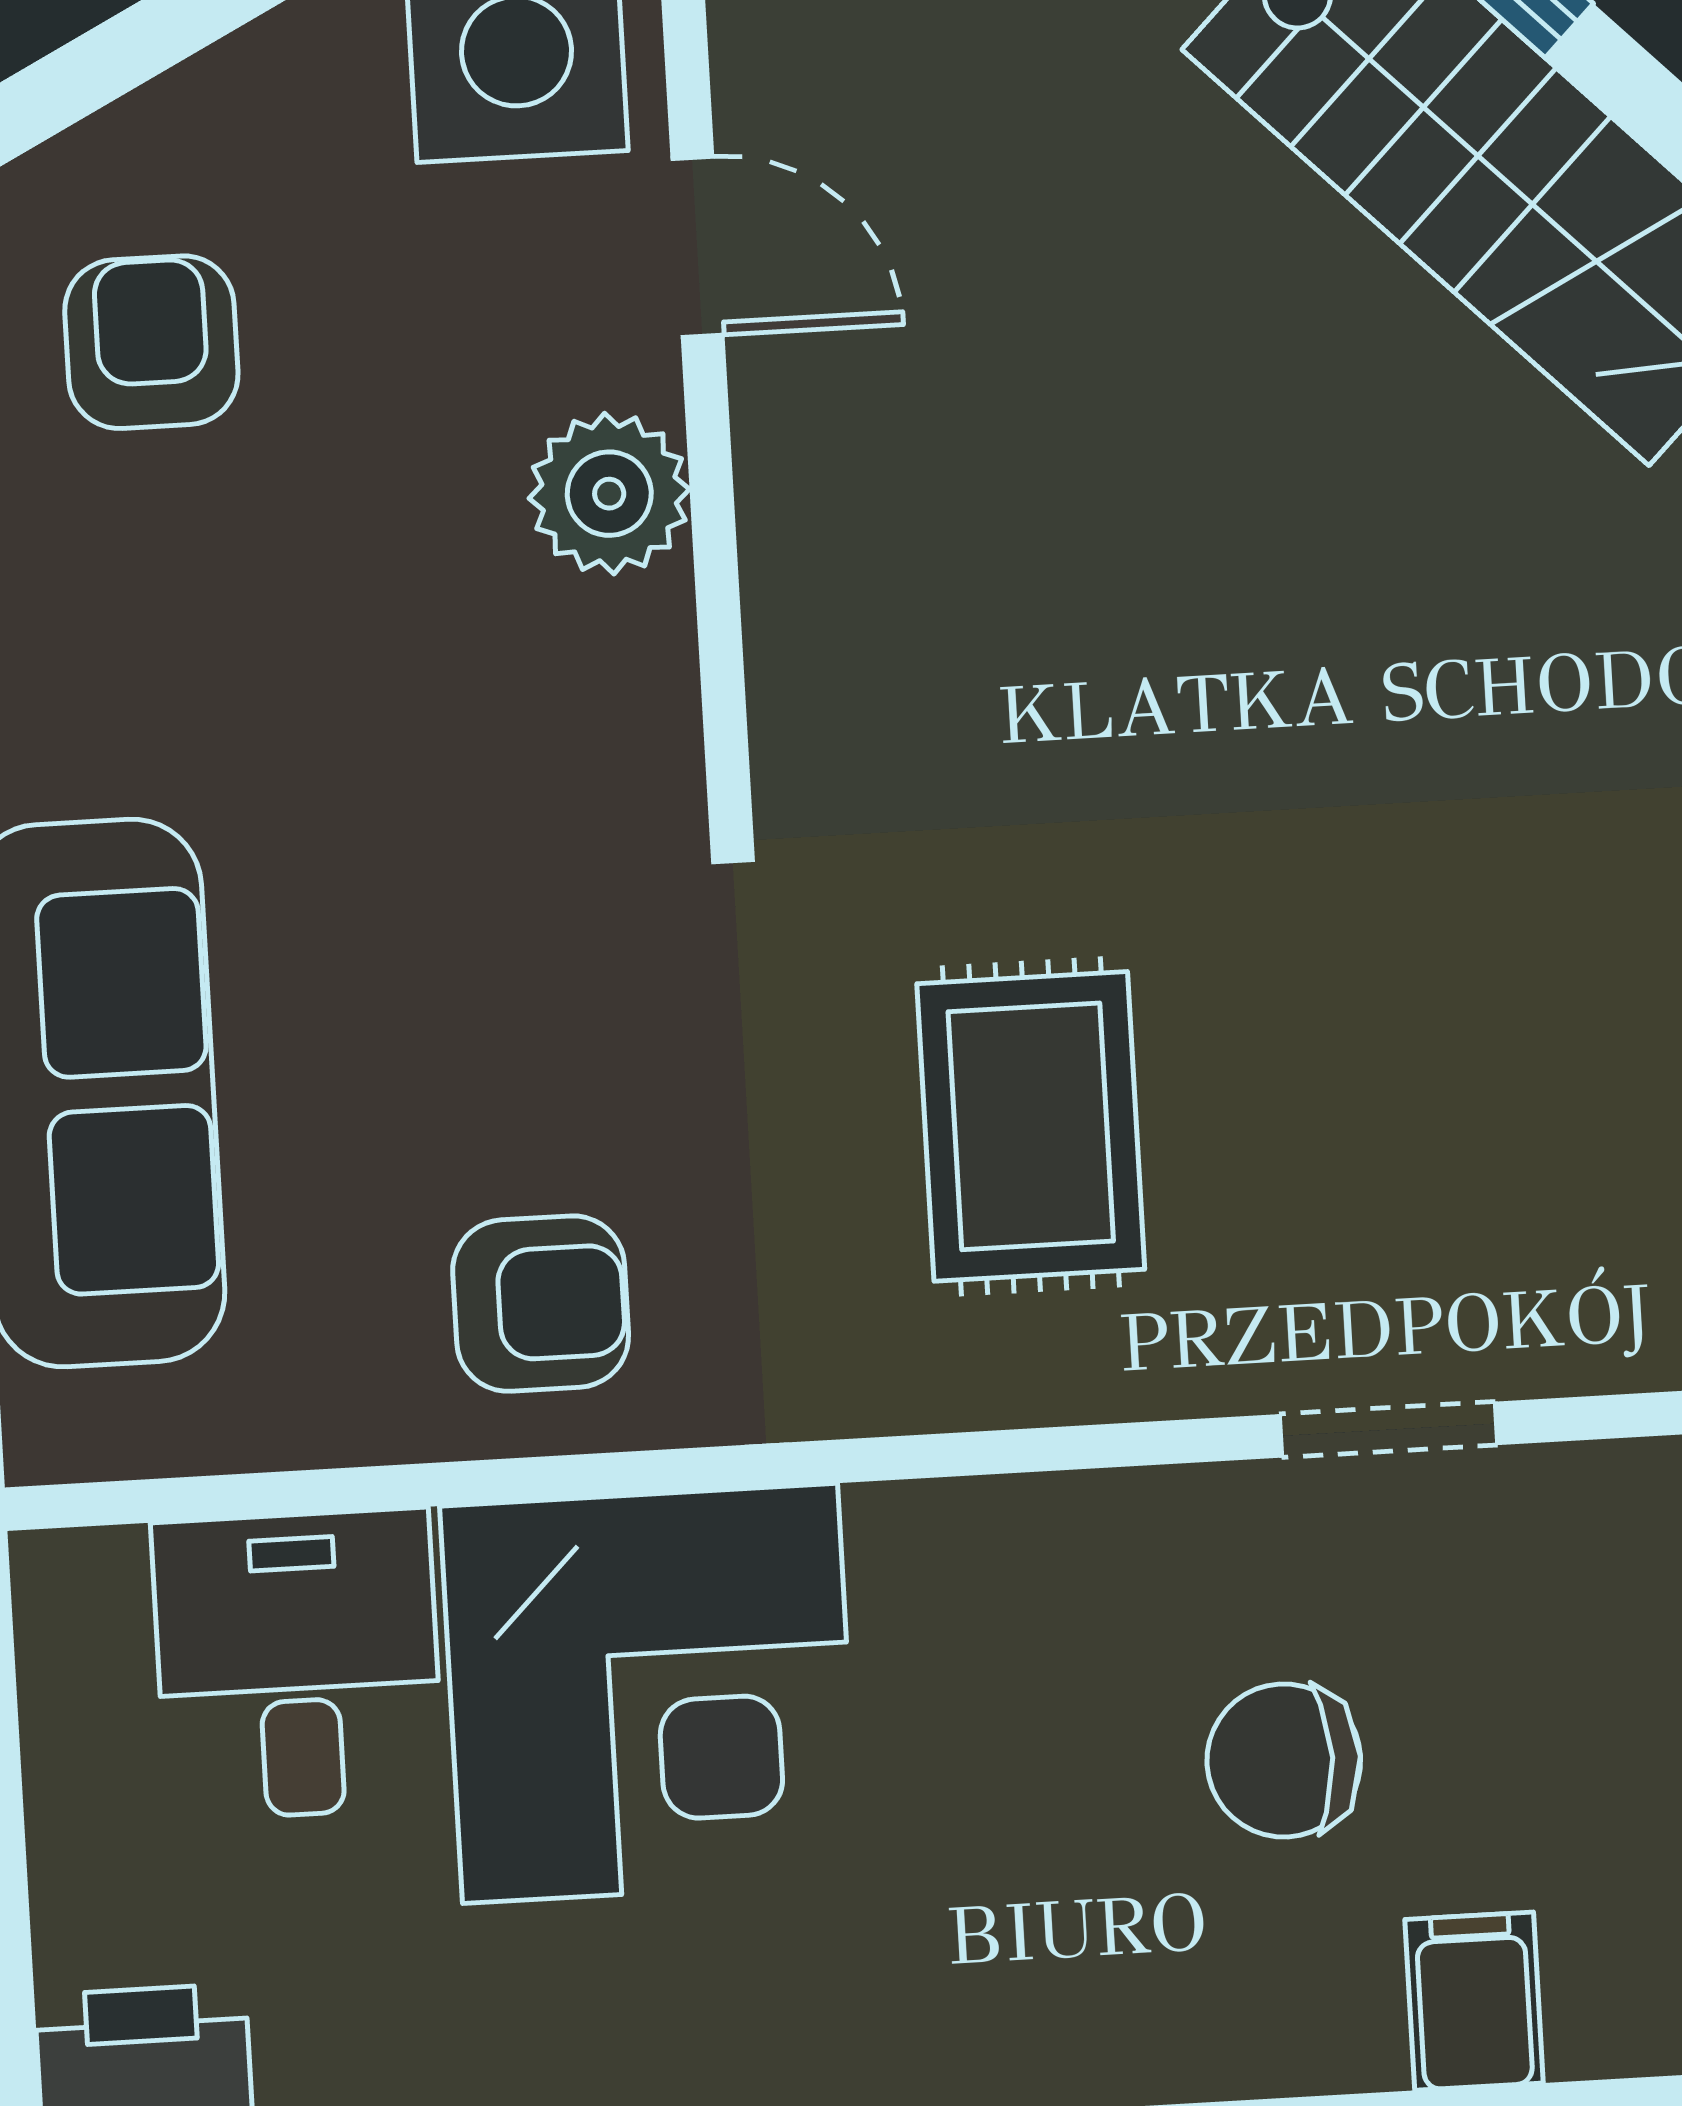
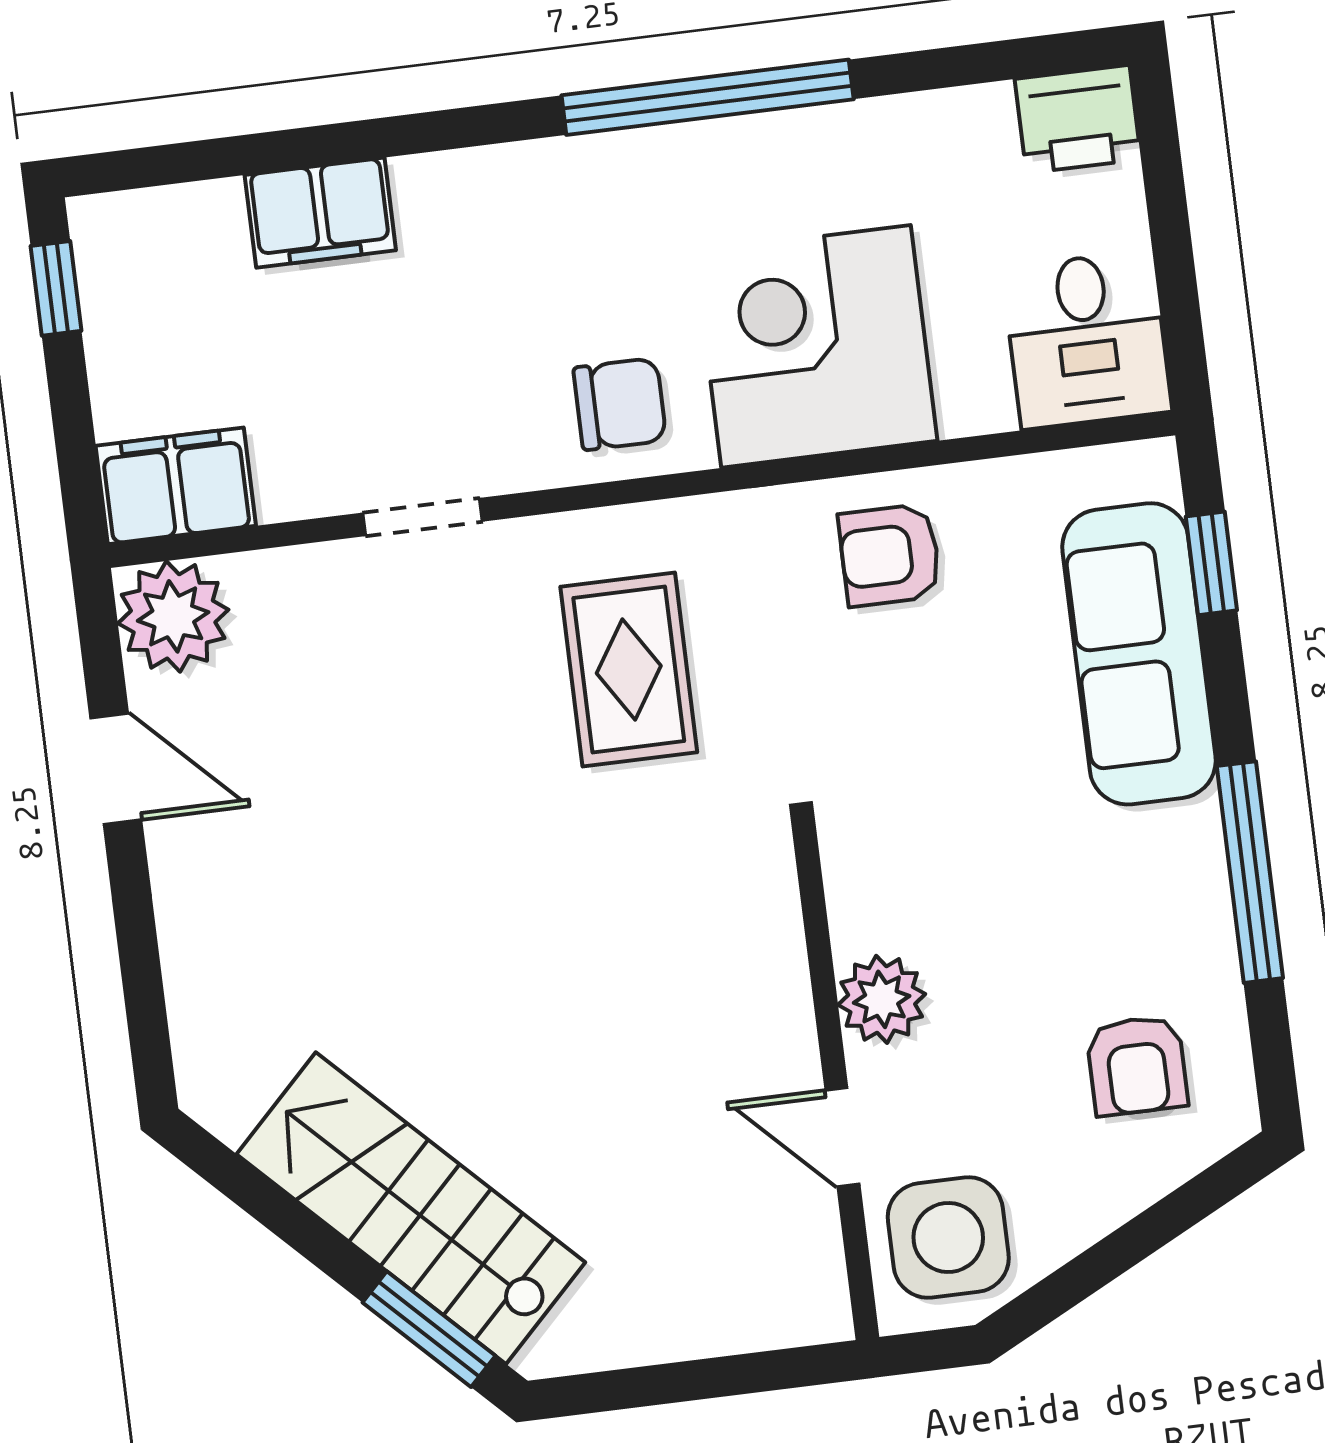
desk: (298, 1665) -> (1087, 340), moved
chair: (1284, 1760) -> (620, 404), moved
filing cabinet: (1474, 2001) -> (320, 213), width x2.00

